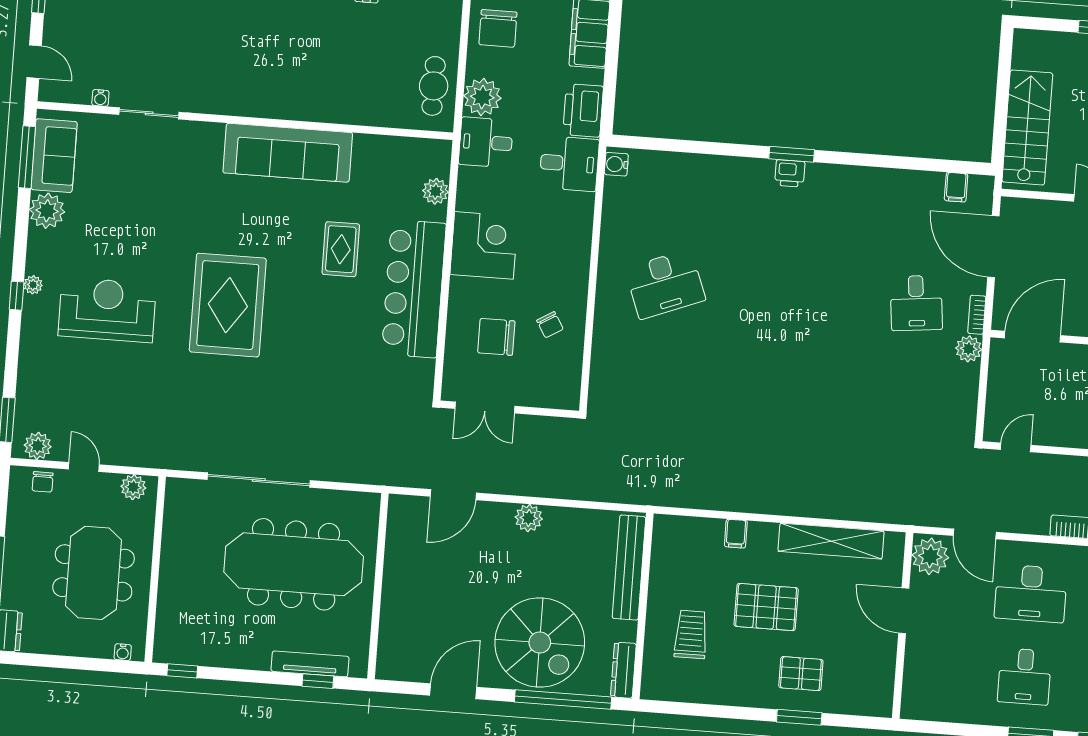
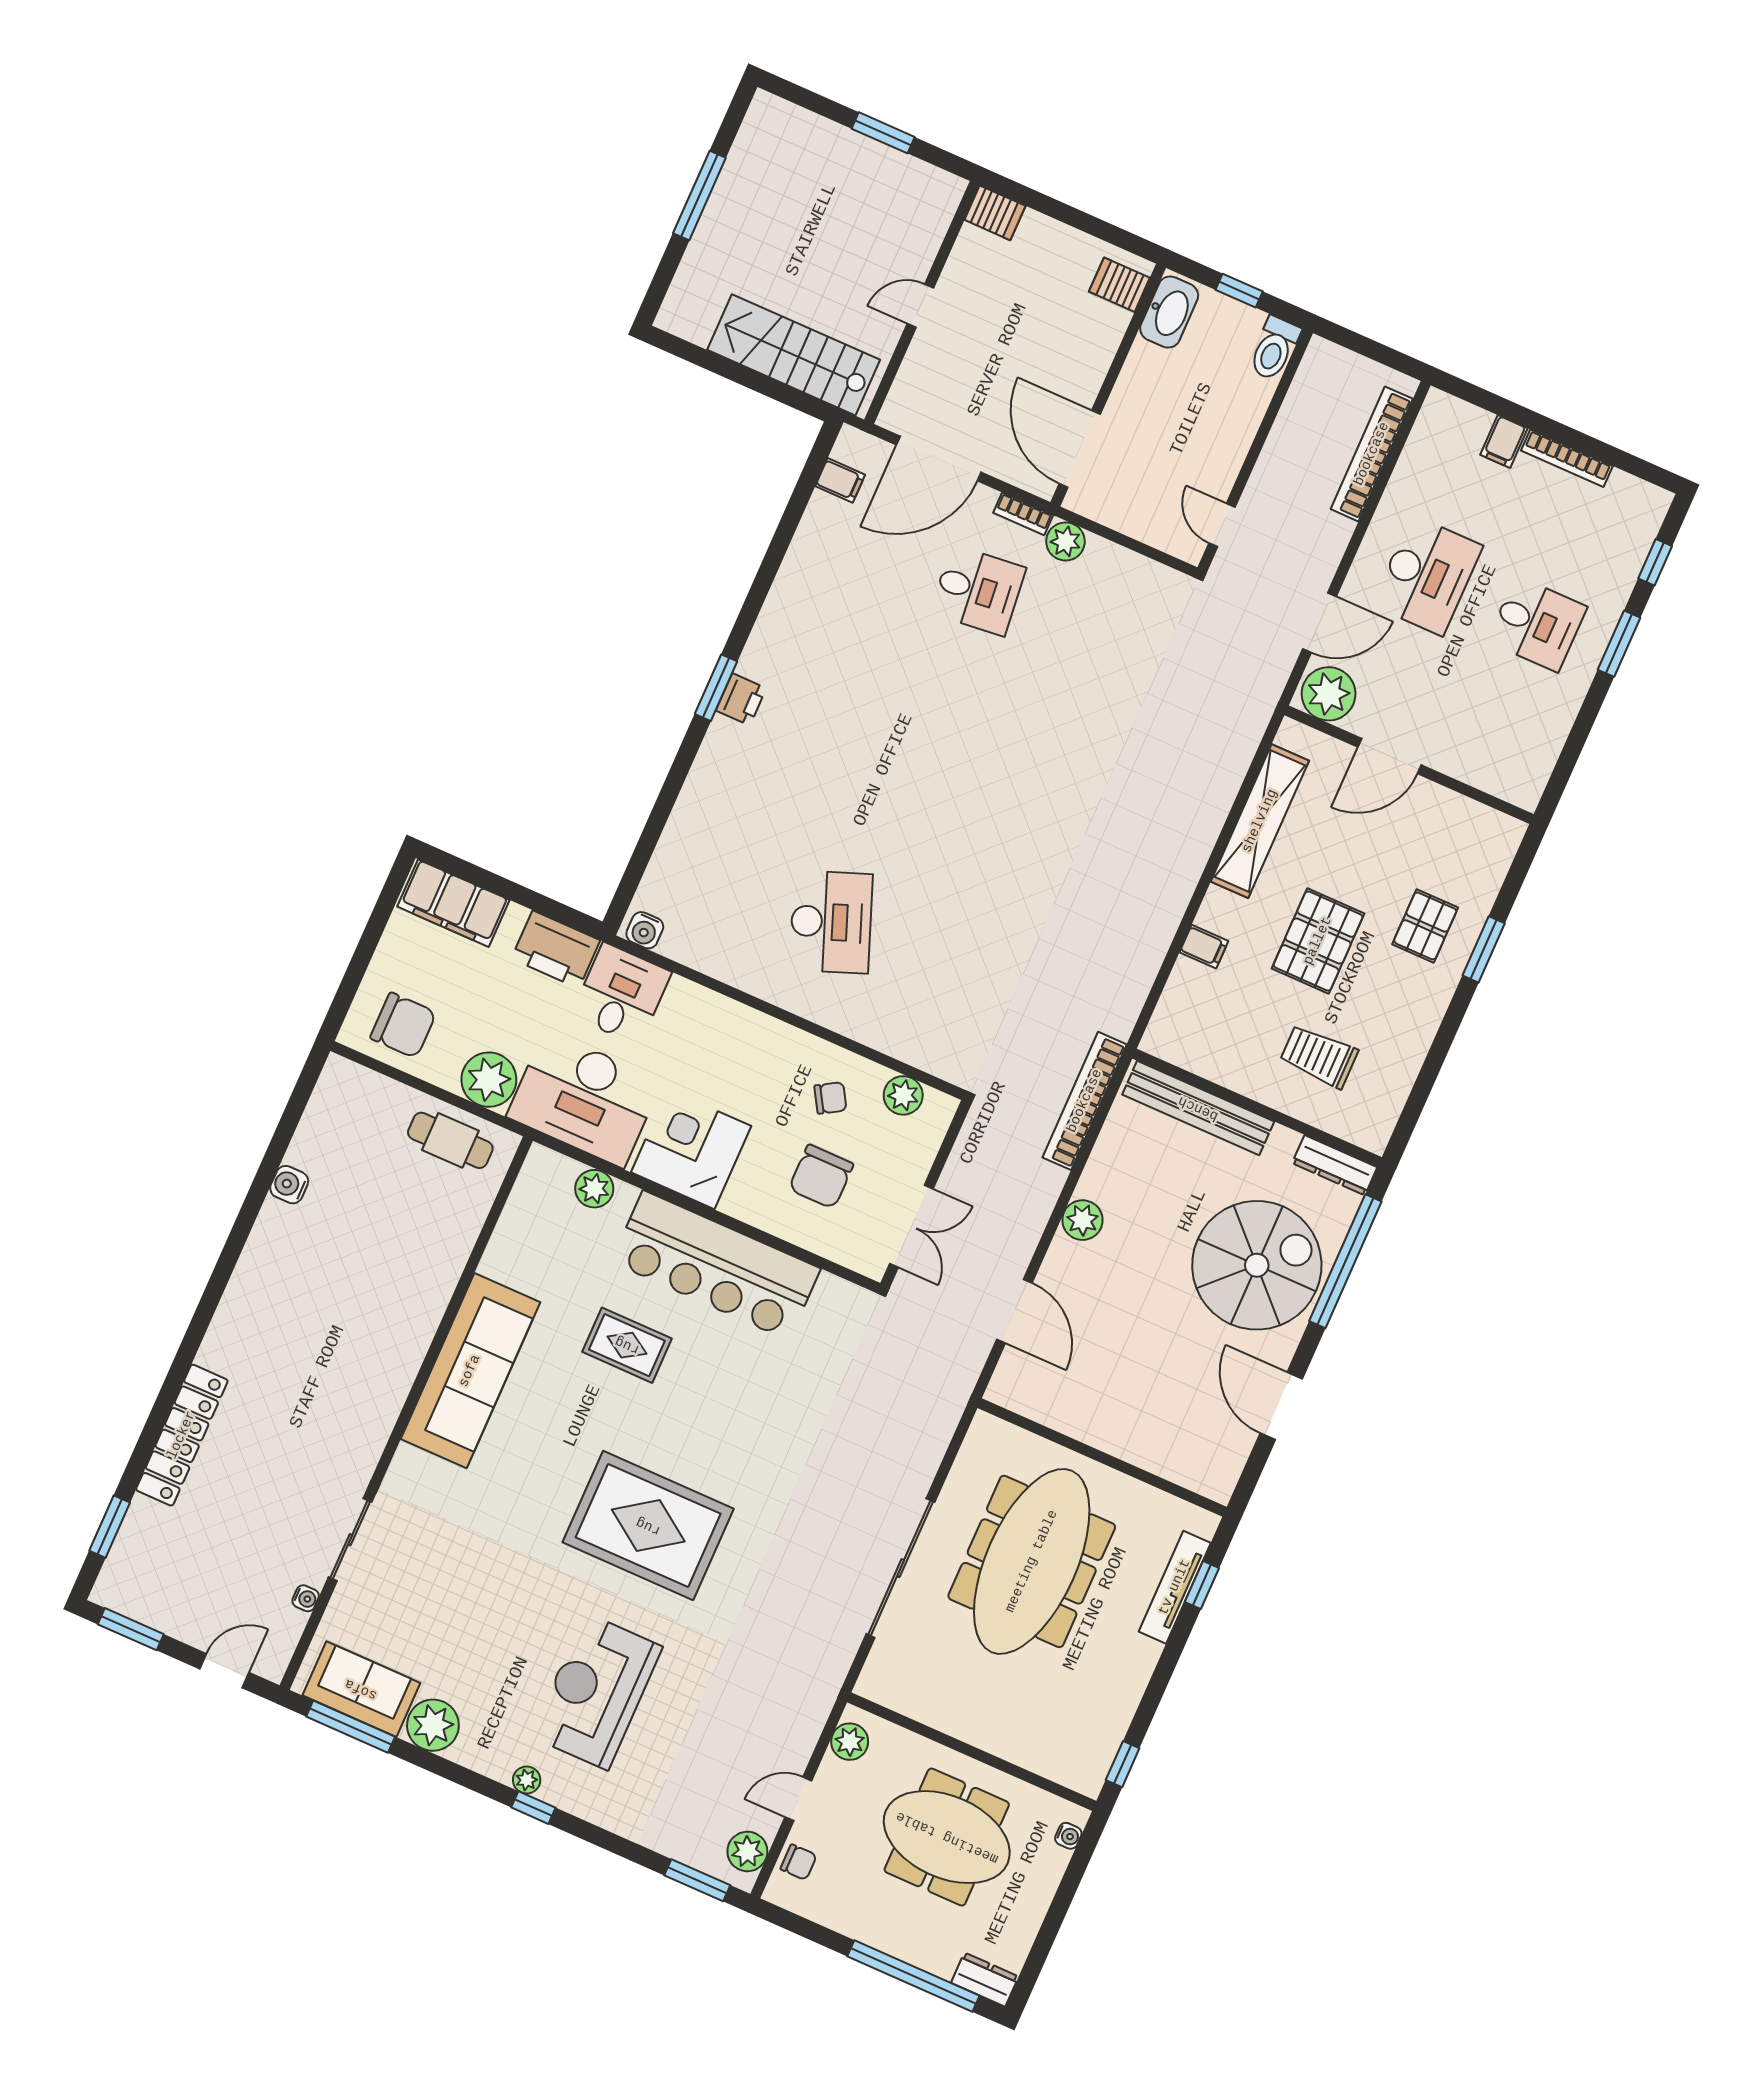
desk: (486, 142) -> (584, 1099), width x1.87, depth x1.30
plant: (568, 372) -> (903, 1095), added
bookcase: (607, 492) -> (1085, 1101), added

